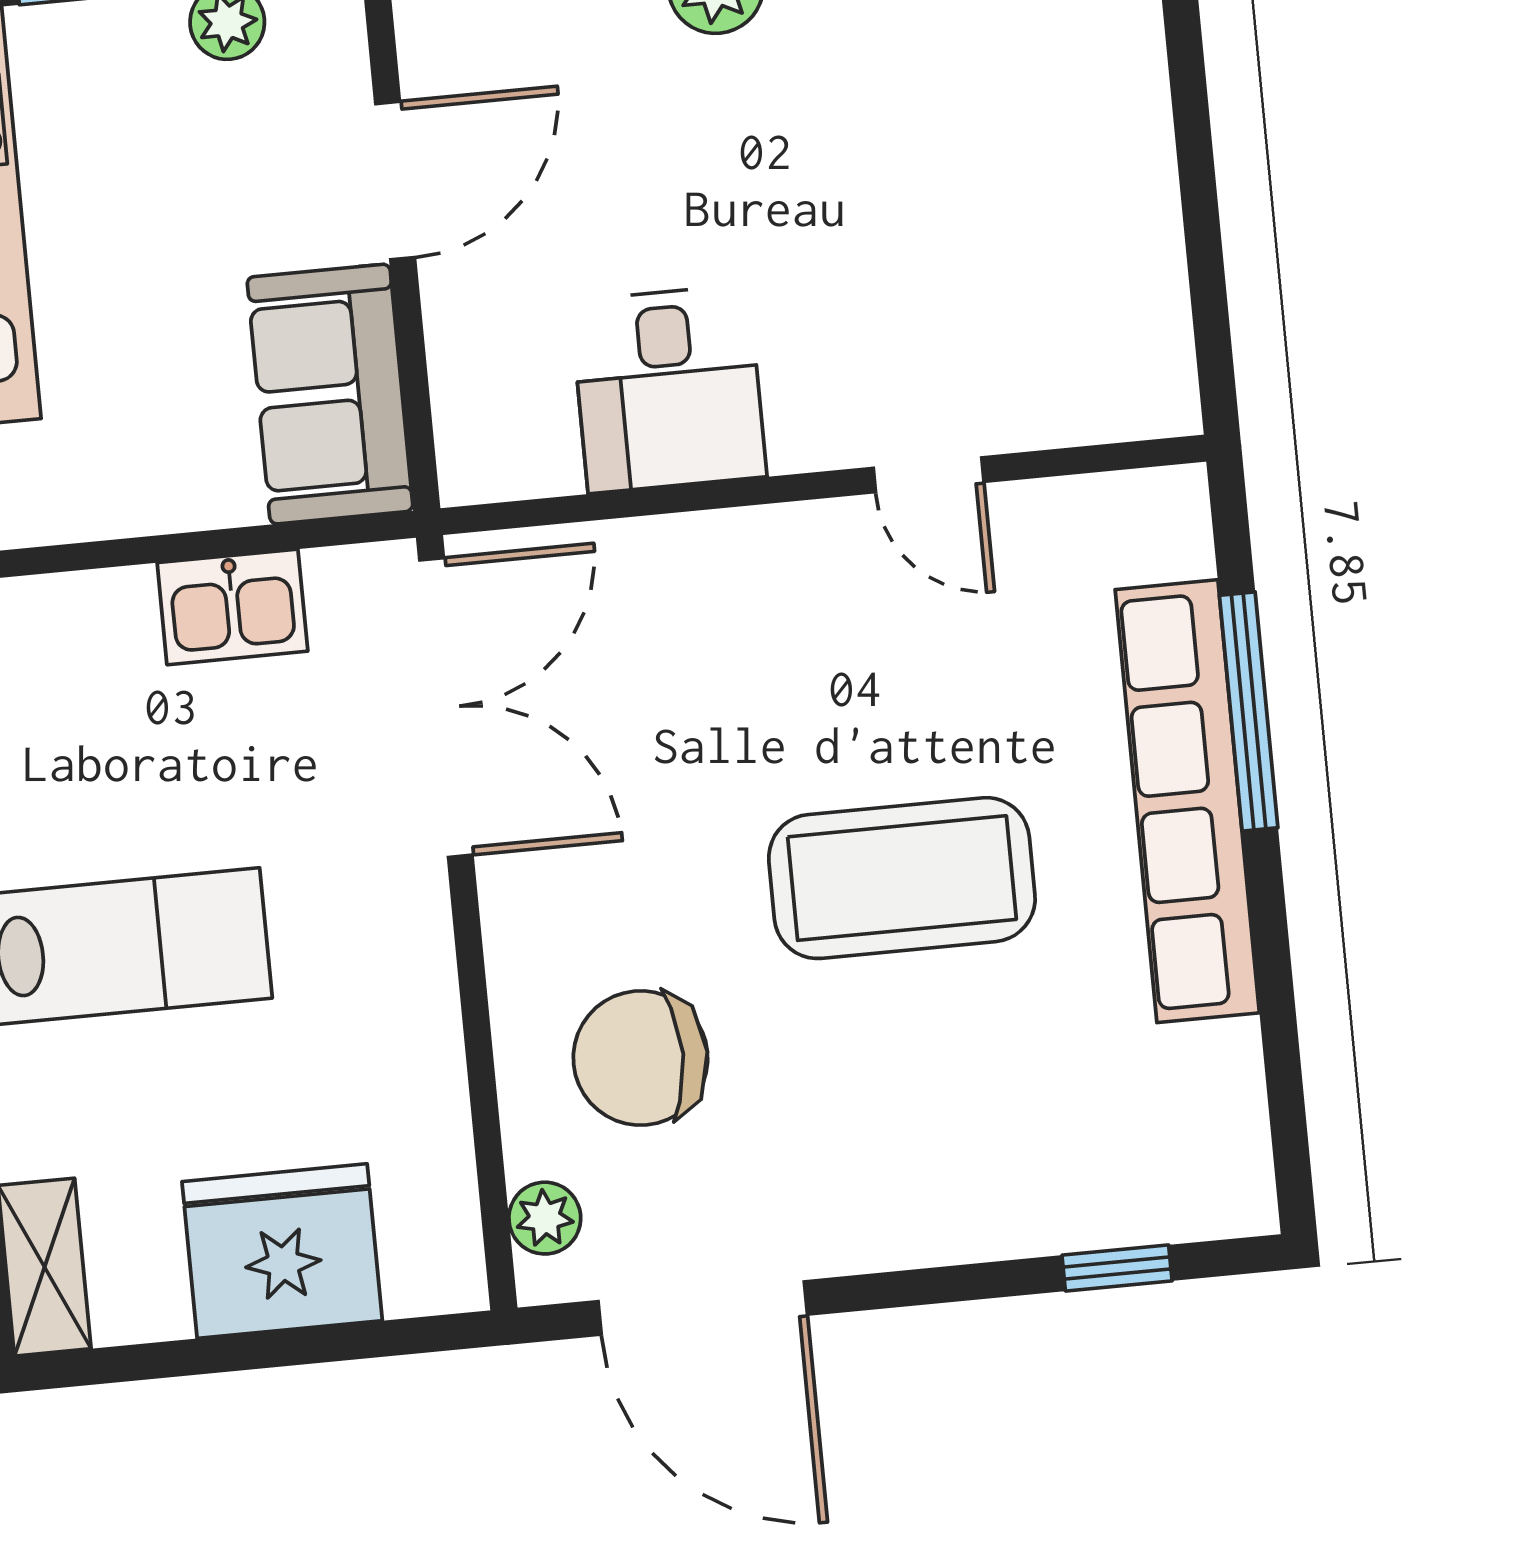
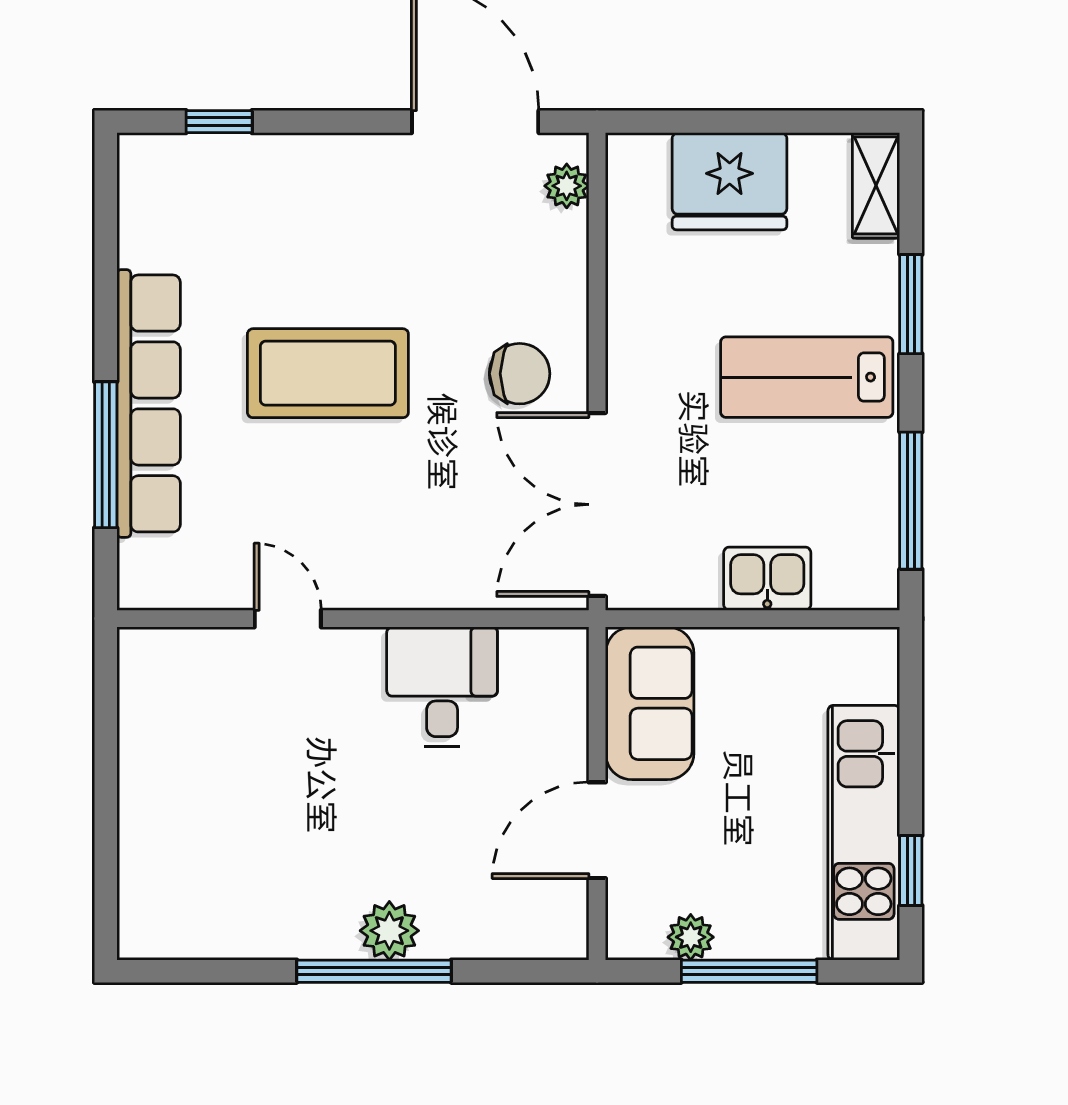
kitchen sink: (232, 607) -> (767, 579), moved
chair: (641, 1058) -> (520, 374), moved, width x0.73, depth x0.73

